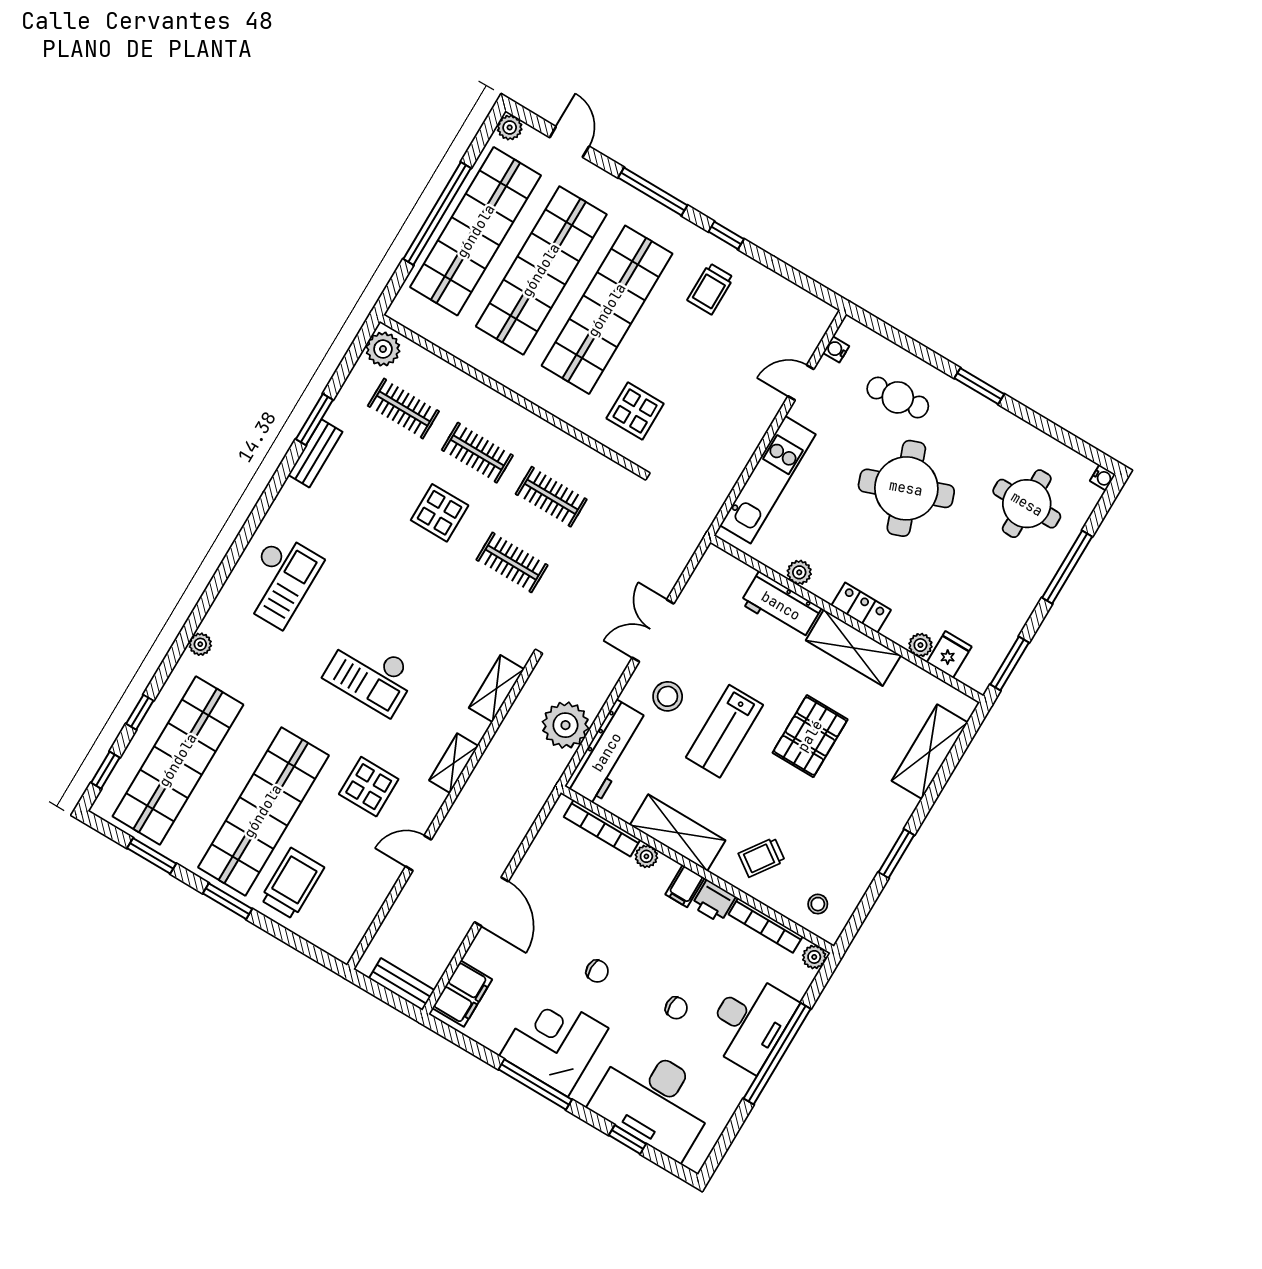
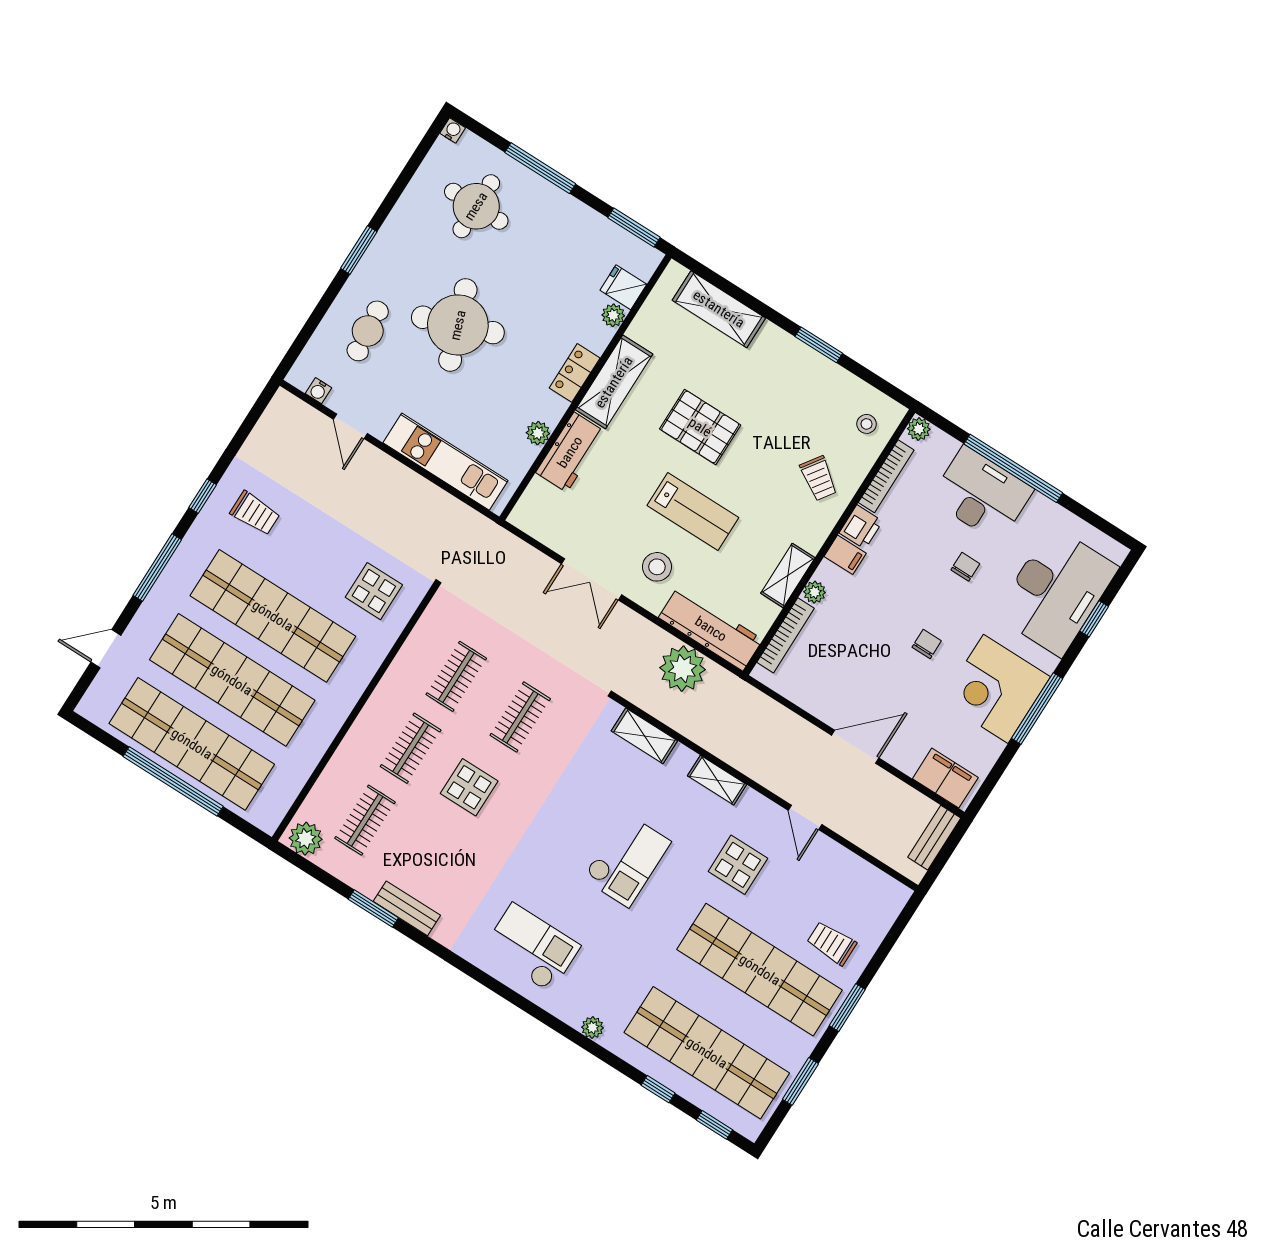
plant: (510, 127) -> (90, 707), removed
shelving: (678, 833) -> (788, 576), width x0.67, depth x0.75
trolley: (292, 884) -> (832, 943), width x0.73, depth x0.72

